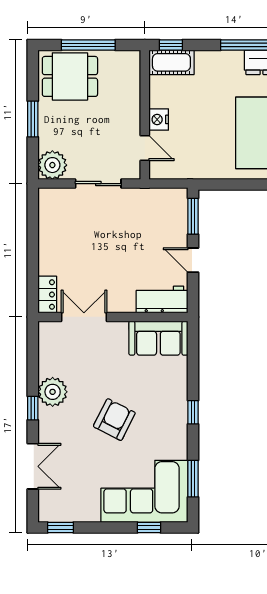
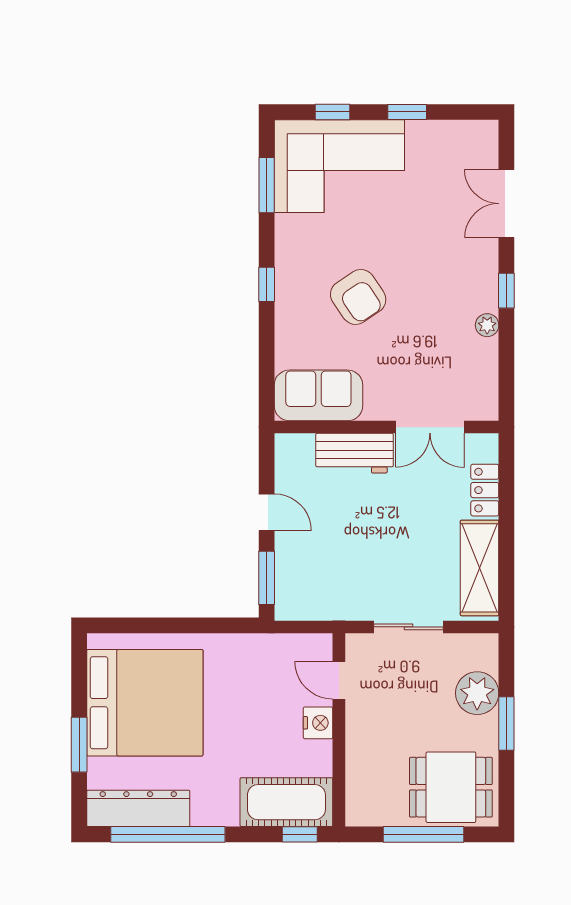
cot: (171, 62) -> (286, 802), width x1.37, depth x1.34
plant: (52, 165) -> (477, 693), moved
shelving: (51, 223) -> (480, 568), added
locker: (47, 295) -> (485, 490), moved
workbench: (162, 300) -> (355, 453), moved
plant: (53, 392) -> (487, 325), width x0.53, depth x0.53
armchair: (114, 420) -> (358, 297), moved, turned -61
window: (61, 527) -> (407, 112), moved

